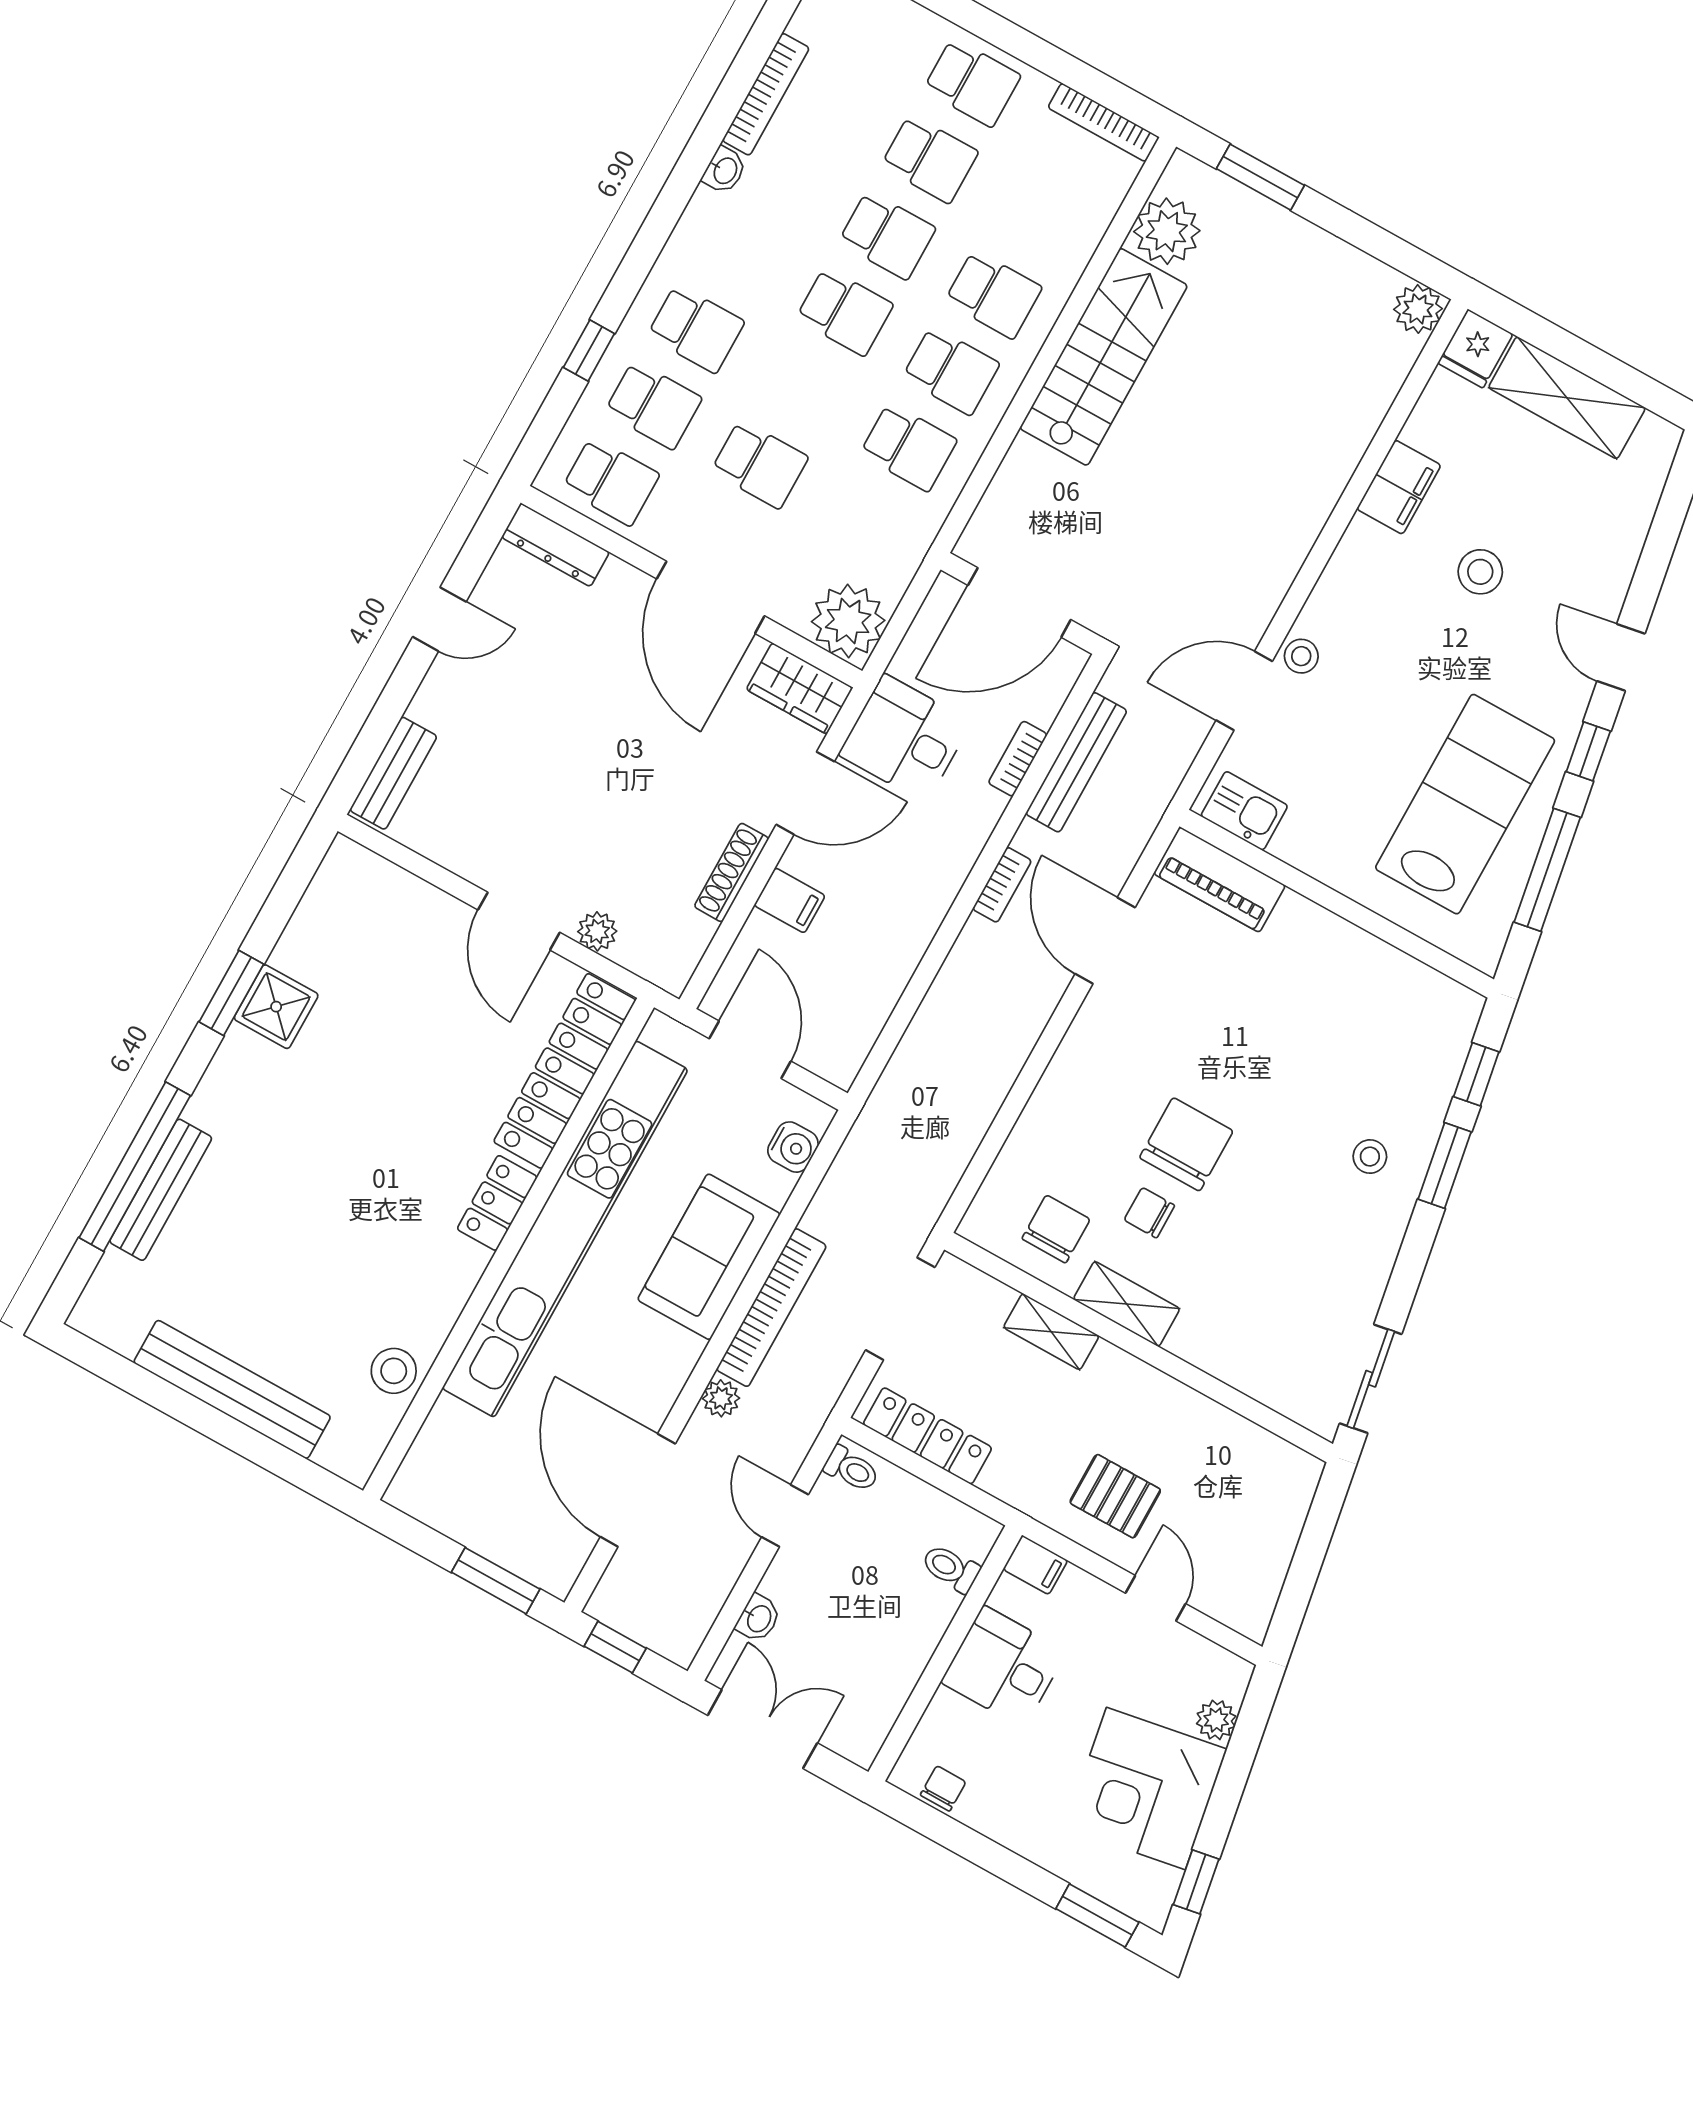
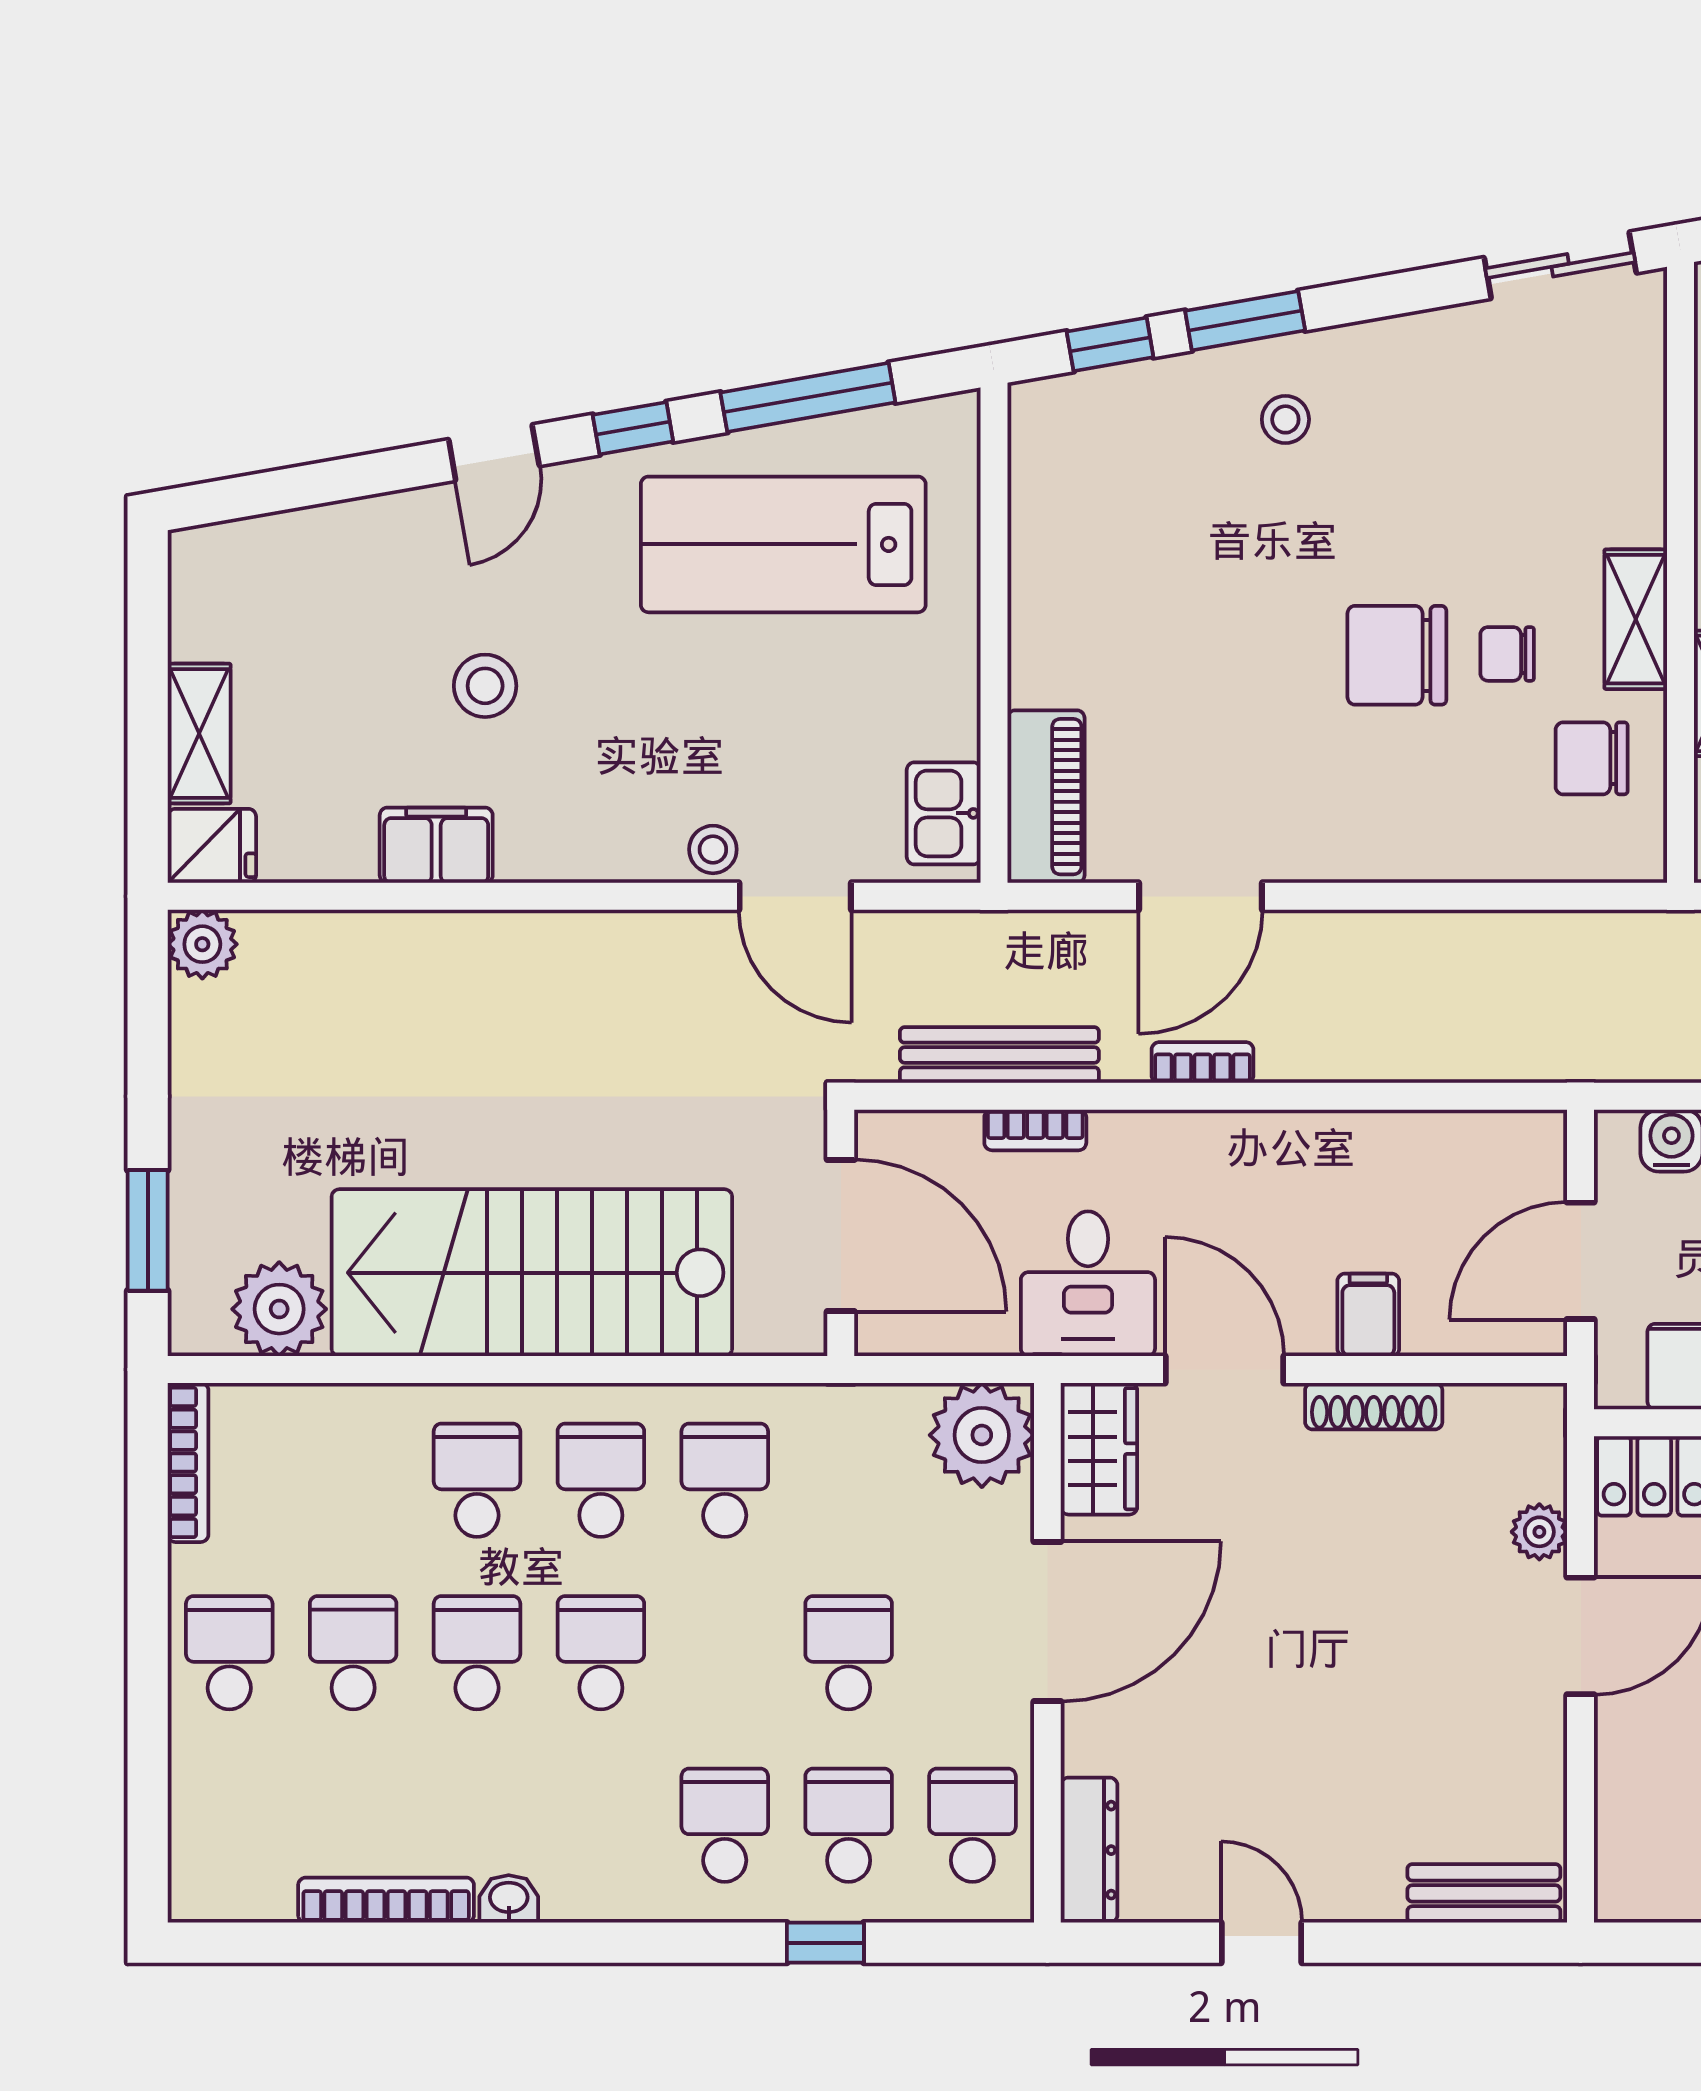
stairs: (1104, 357) -> (532, 1273), width x1.36, depth x1.51
shelving: (1567, 398) -> (199, 734), width x0.67, depth x0.75
chair: (1149, 1213) -> (1507, 654), turned 90

